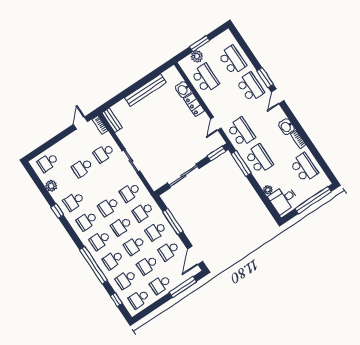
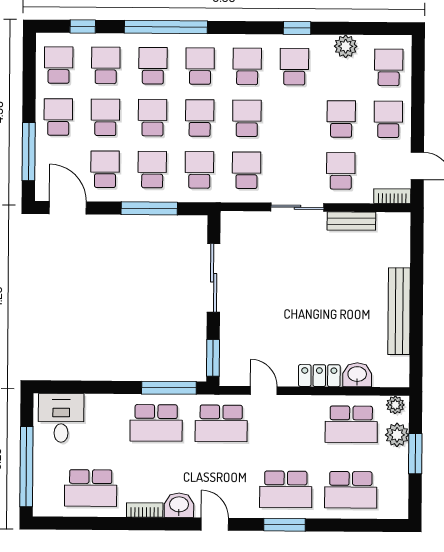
door: (278, 96) -> (215, 524), moved
bench: (112, 120) -> (351, 221), moved
school desk: (69, 148) -> (388, 119), added
plant: (268, 190) -> (395, 405), moved

